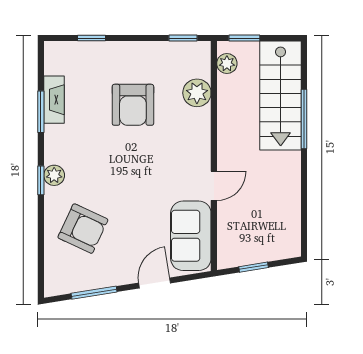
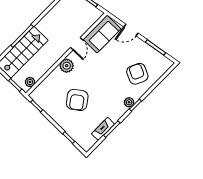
plant: (197, 93) -> (67, 66), moved
armchair: (133, 105) -> (77, 100), turned 144
door: (214, 186) -> (77, 44), swing flipped

